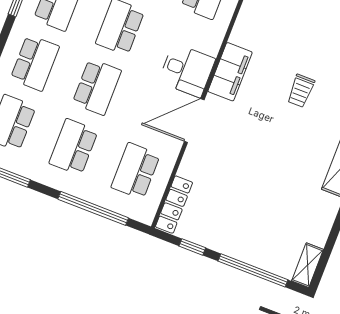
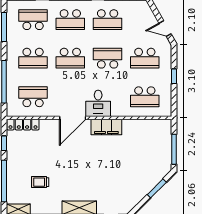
trolley: (301, 91) -> (40, 182), moved
door: (194, 121) -> (73, 118), swing flipped
school desk: (74, 147) -> (33, 58), turned 180

